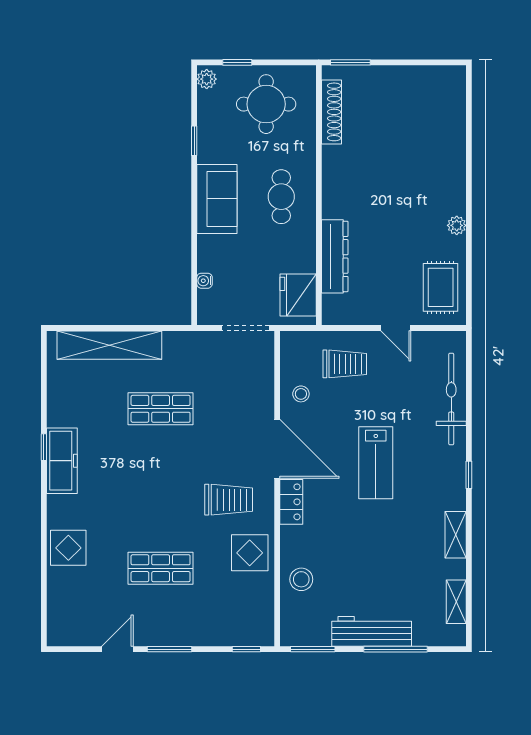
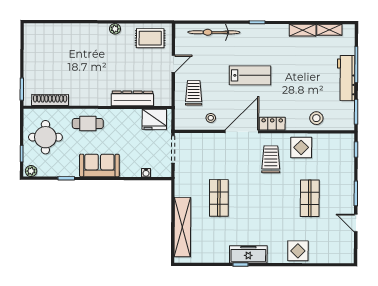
cafe table: (281, 197) -> (88, 124), moved
shelving: (456, 535) -> (303, 30), moved

